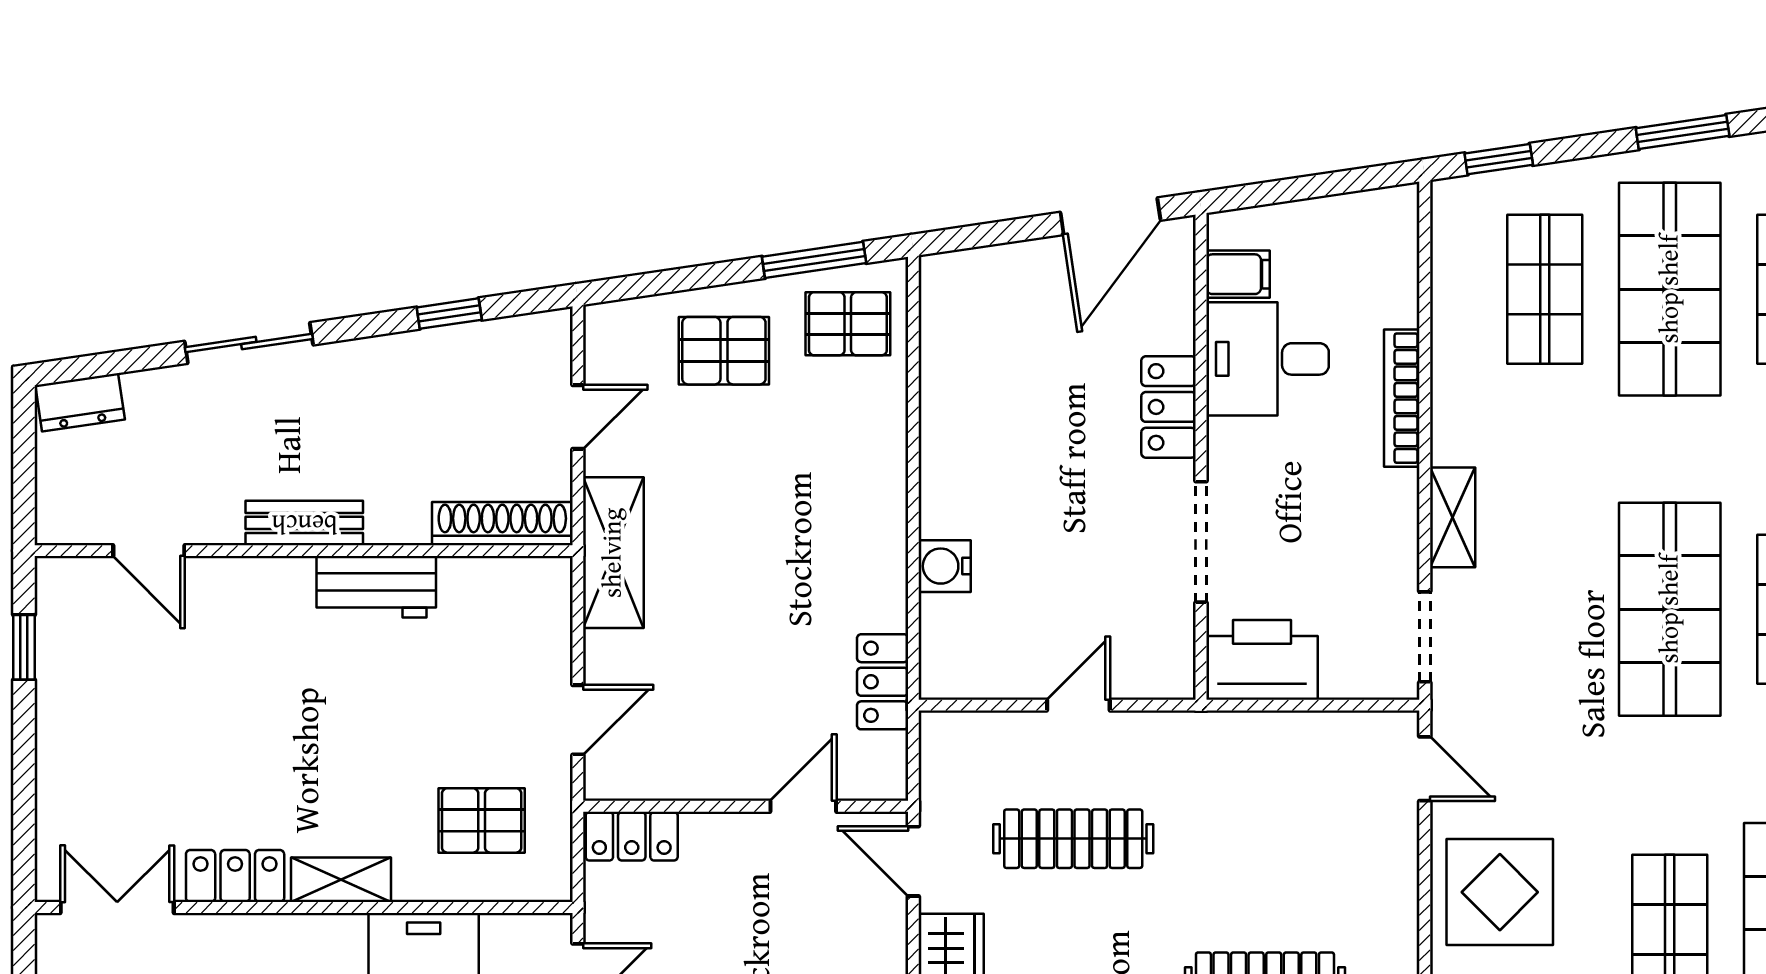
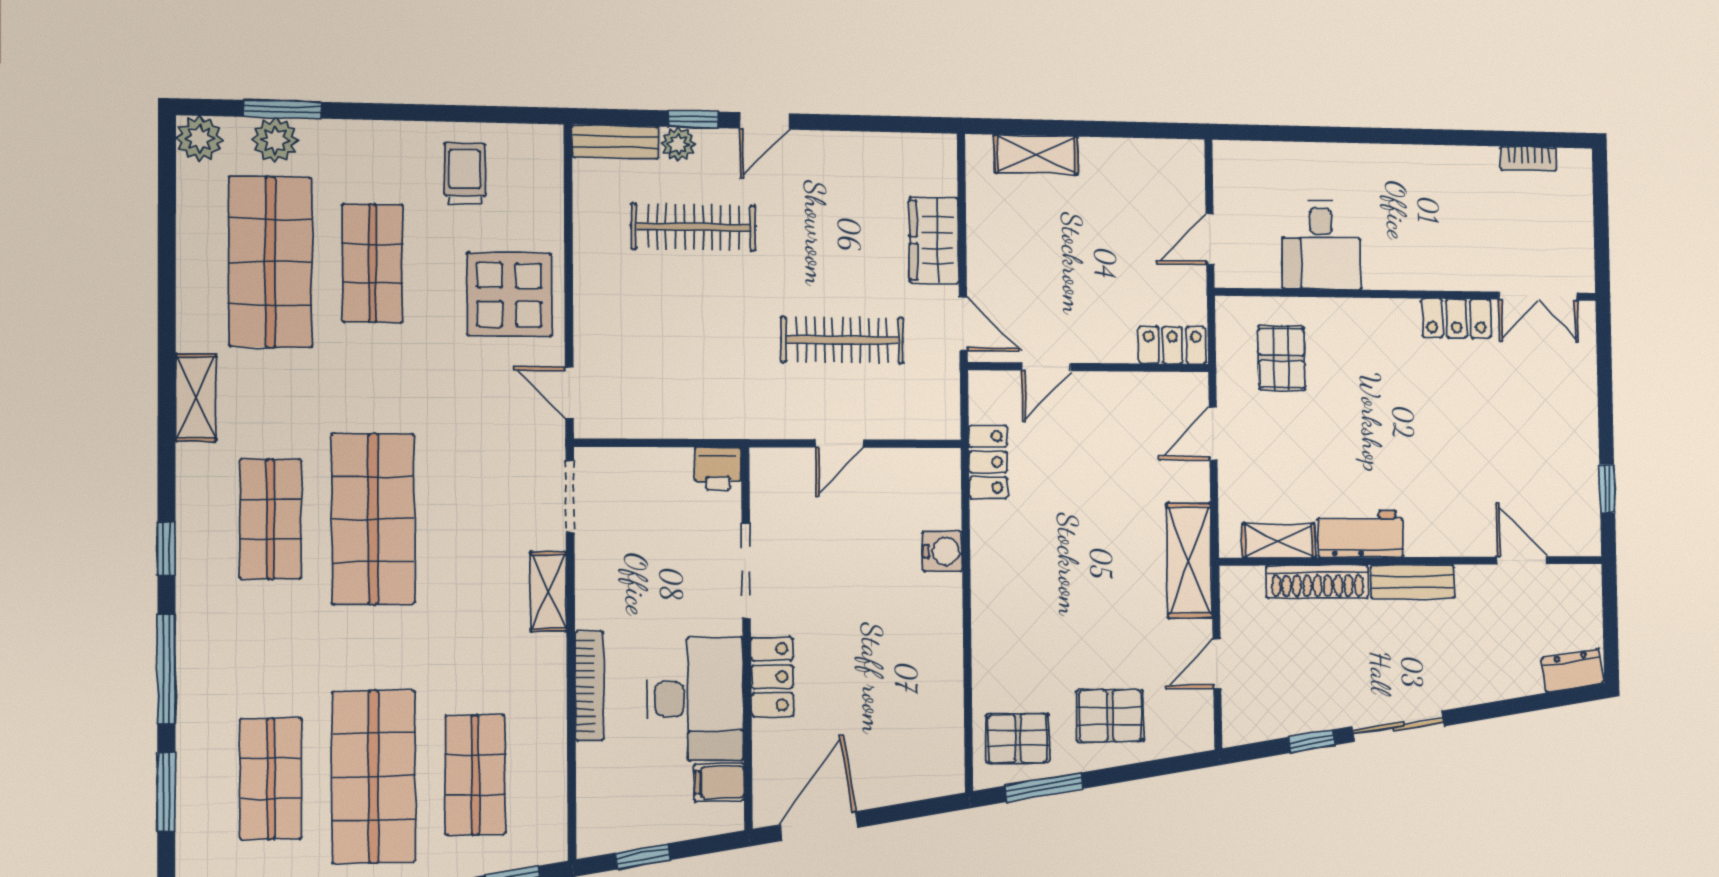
window: (1336, 183) -> (643, 856), added
sliding door: (249, 343) -> (1398, 726), moved
desk: (1268, 359) -> (695, 699), width x1.37
shoe rack: (502, 524) -> (1317, 582), moved
printer: (1262, 660) -> (718, 468), width x0.53, depth x0.68
pallet: (482, 820) -> (1282, 358), turned 90
shelving: (341, 880) -> (1279, 541), moved

